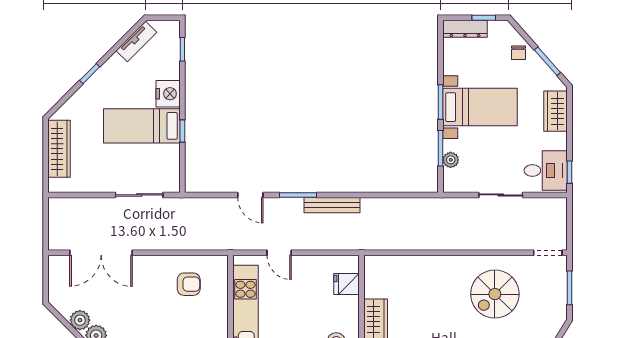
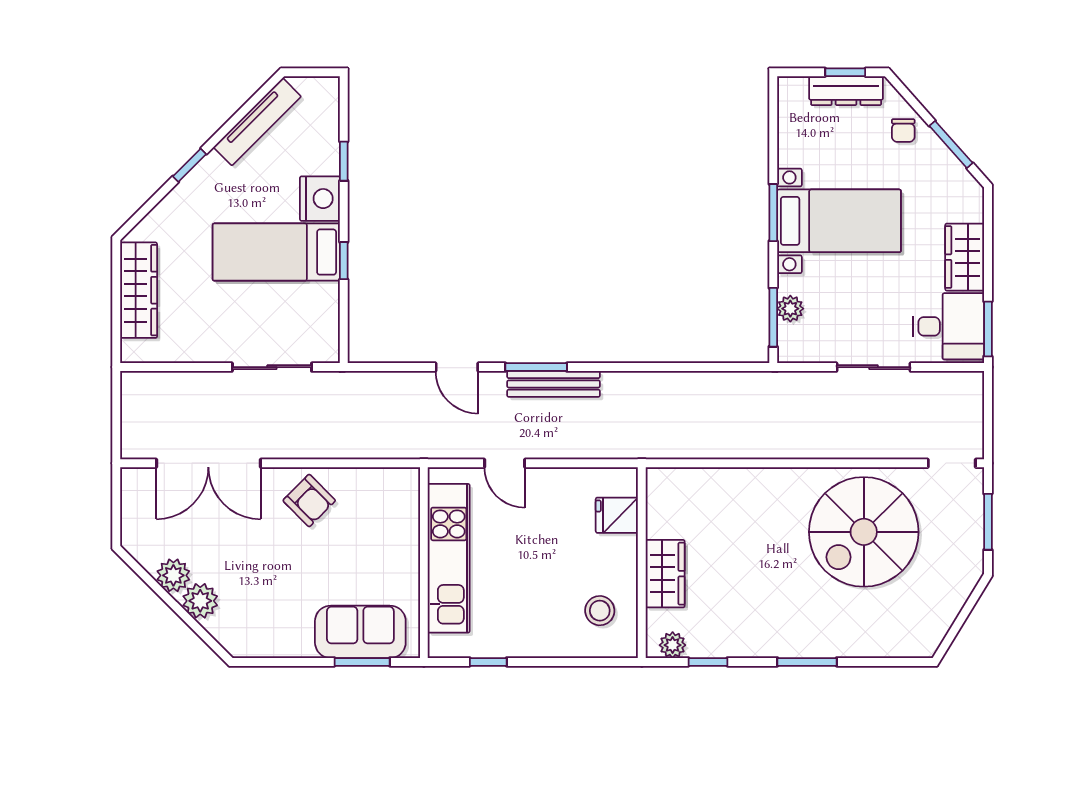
dresser: (465, 29) -> (846, 91), moved
tv unit: (136, 42) -> (257, 122), width x1.41
window: (182, 49) -> (344, 161), moved
wardrobe: (556, 111) -> (965, 257), moved
window: (440, 148) -> (773, 317), moved
window: (570, 172) -> (988, 329), width x1.50
bench: (332, 205) -> (553, 384), moved
armchair: (189, 284) -> (309, 501), moved, turned 45
spiral stairs: (495, 294) -> (864, 532), width x1.37, depth x1.37

